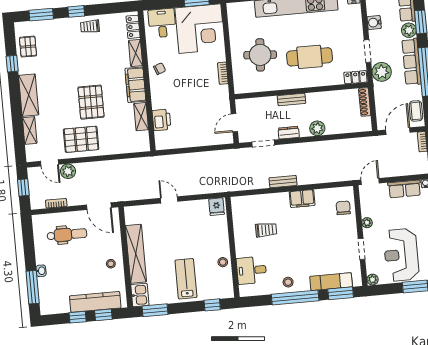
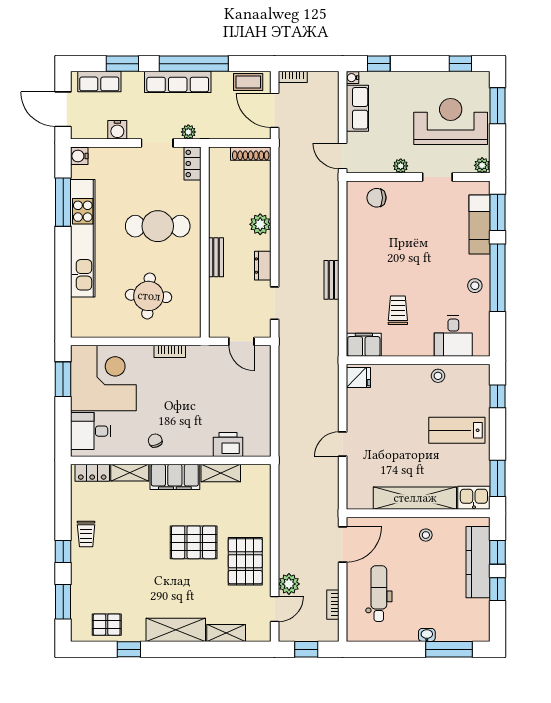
plant: (409, 30) -> (133, 82), removed
cafe table: (309, 57) -> (158, 226), turned 90
plant: (382, 72) -> (188, 132), width x0.53, depth x0.53
shoe rack: (365, 102) -> (251, 154), moved
filing cabinet: (302, 199) -> (364, 345), moved, turned -90
reception desk: (401, 255) -> (451, 121), turned 180

